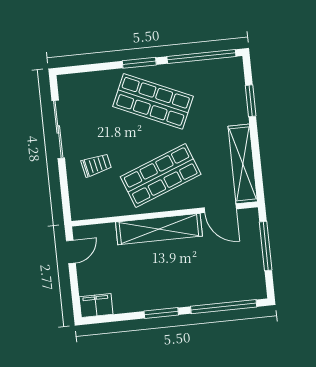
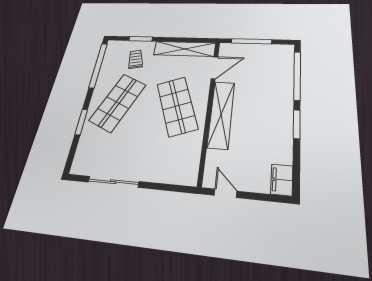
window: (139, 63) -> (81, 122), moved
trolley: (96, 165) -> (136, 59), moved

